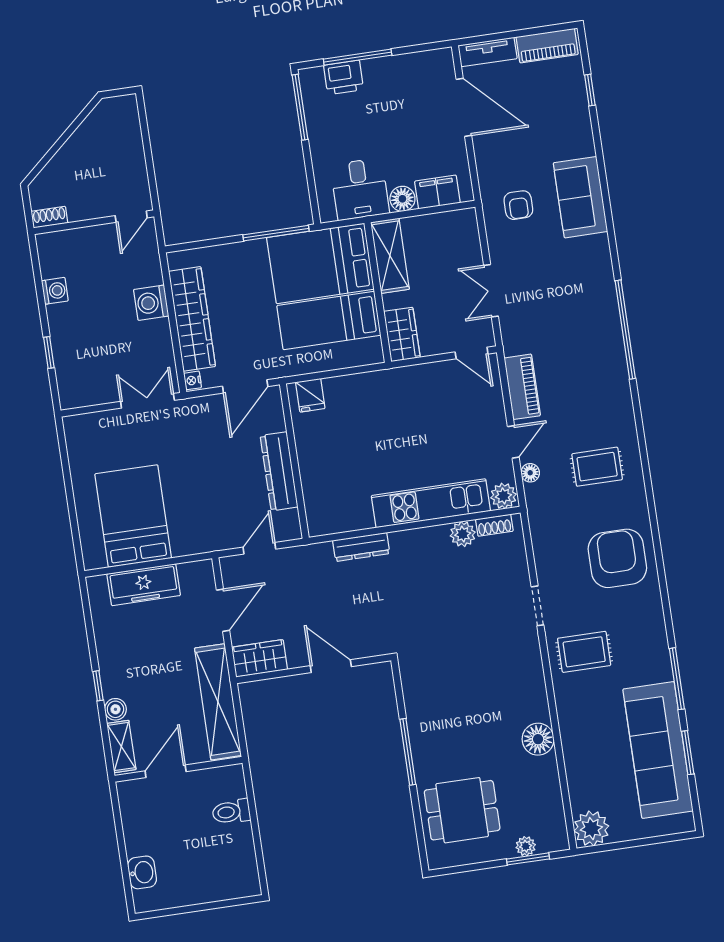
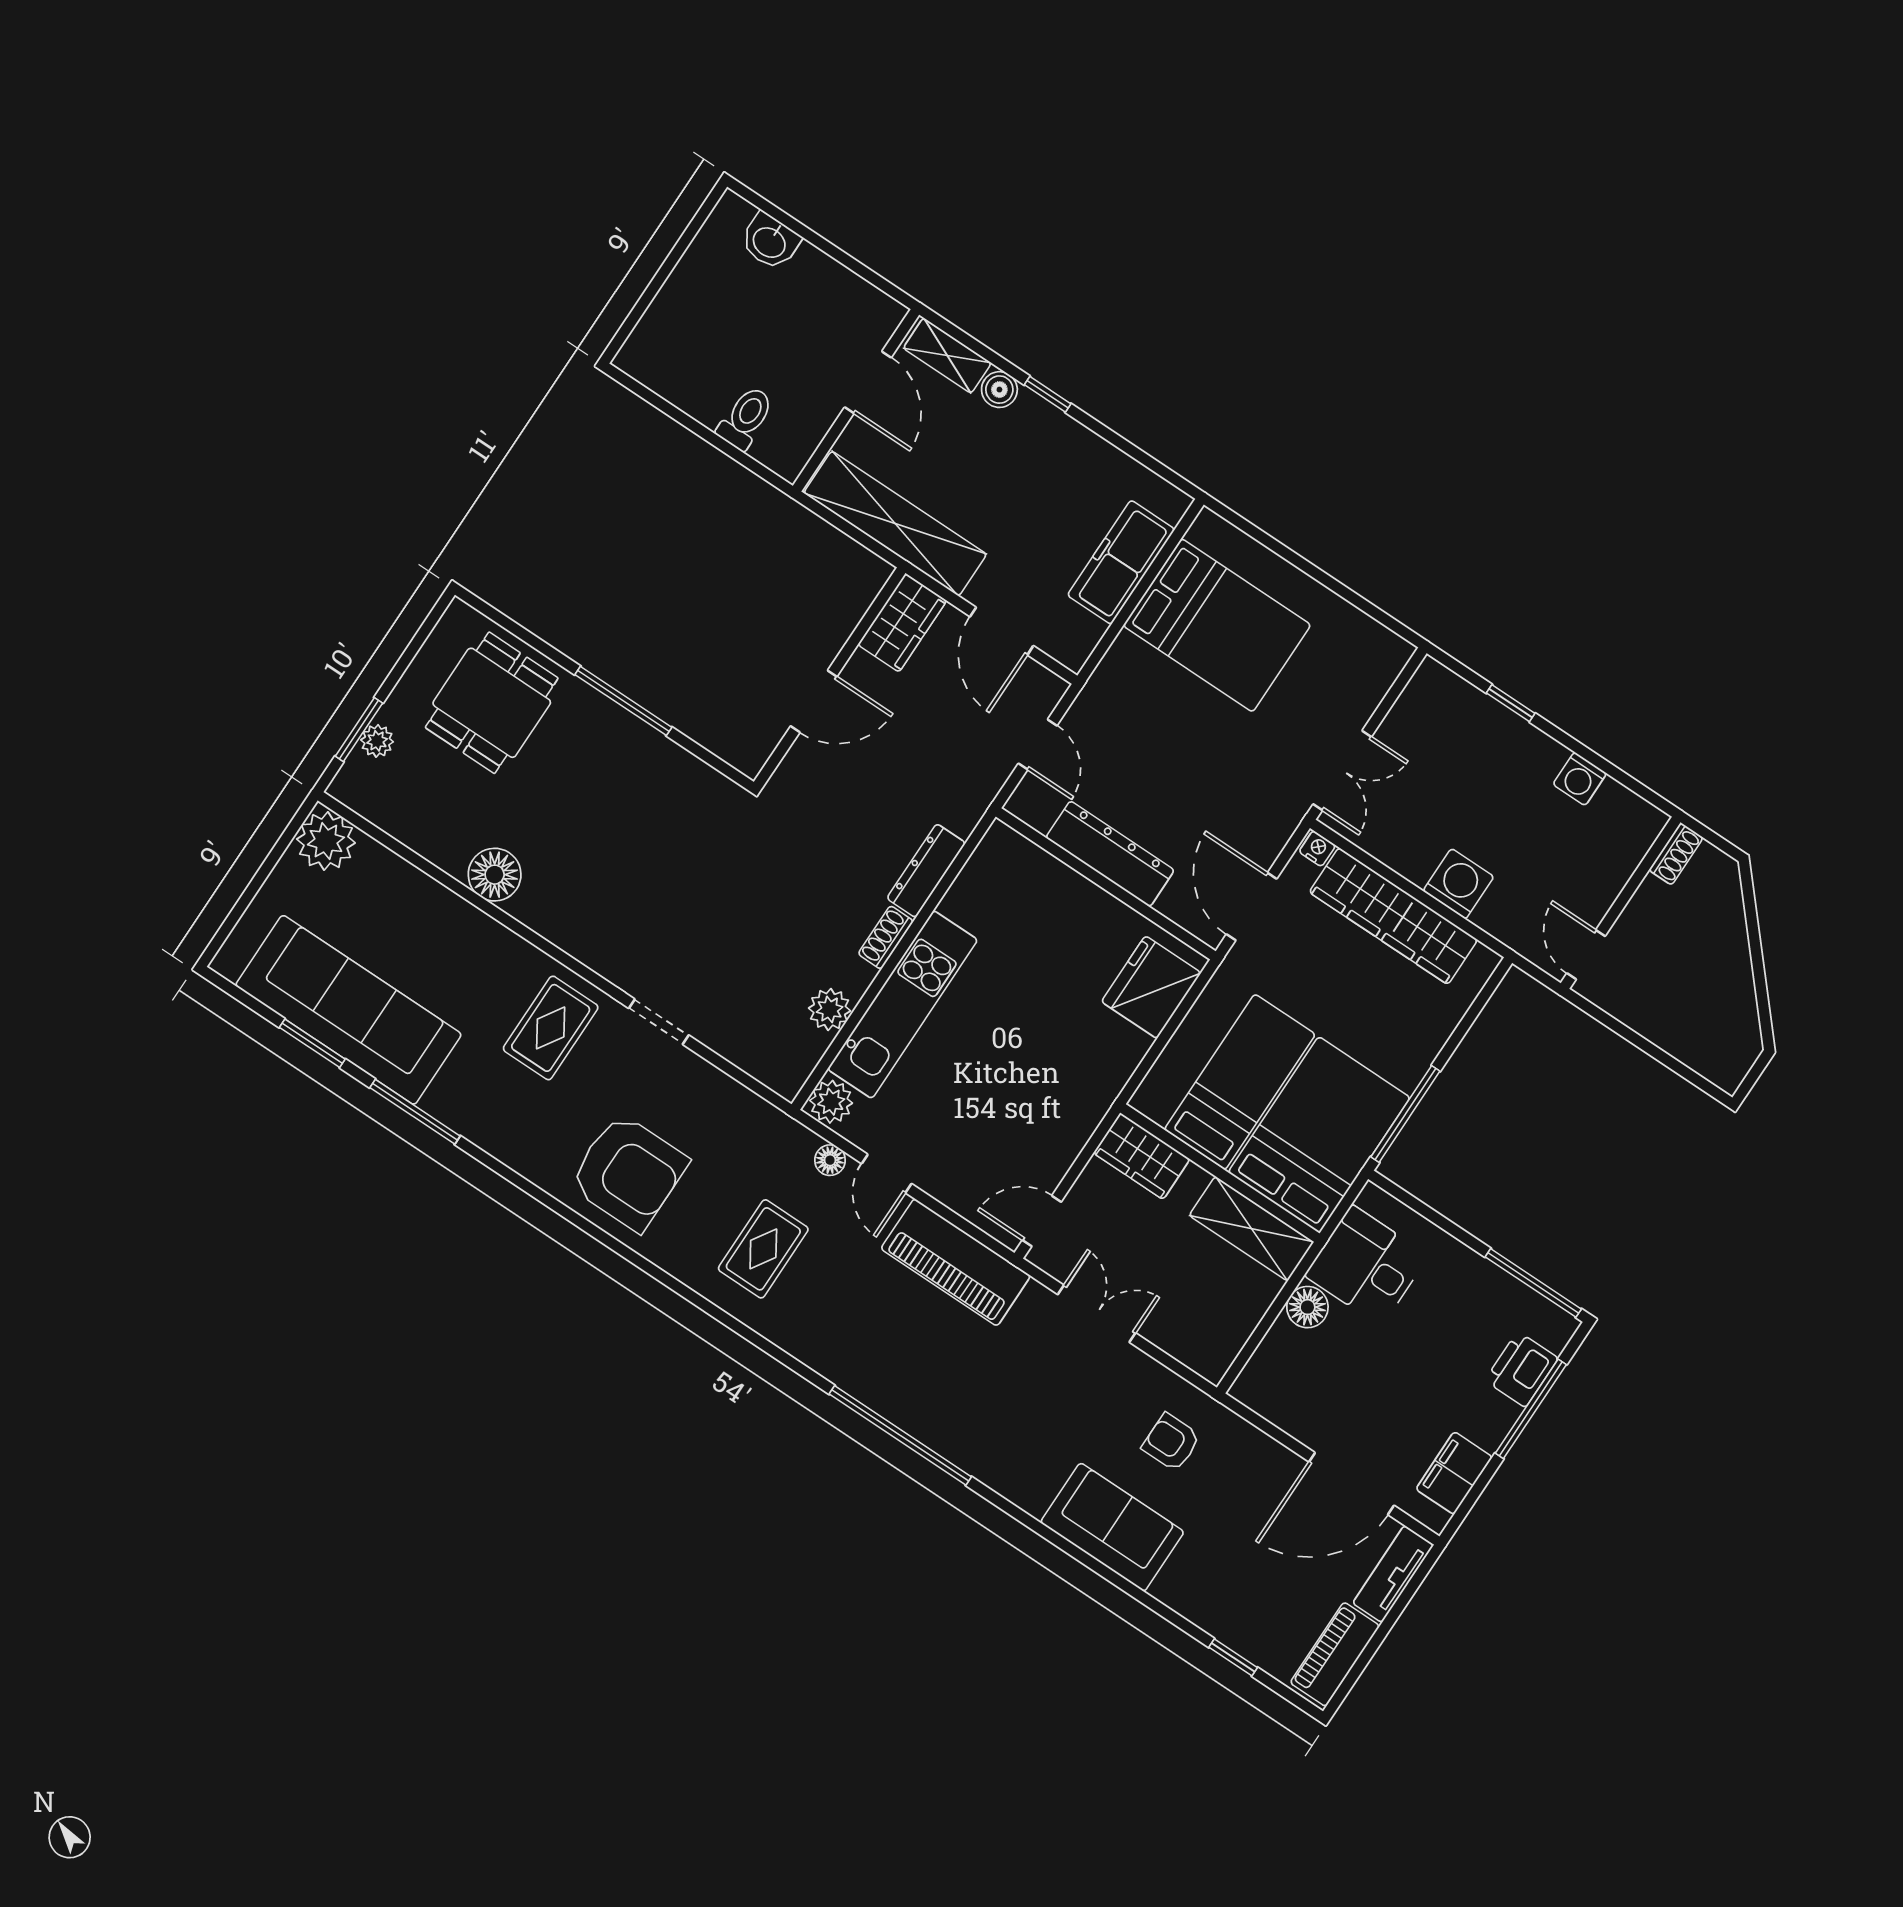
filing cabinet: (437, 192) -> (1454, 1473), moved, turned 180
piano: (522, 387) -> (956, 1262), width x1.37, depth x1.33
fridge: (310, 395) -> (1151, 987), width x1.88, depth x1.34
shoe rack: (494, 525) -> (886, 937), moved

